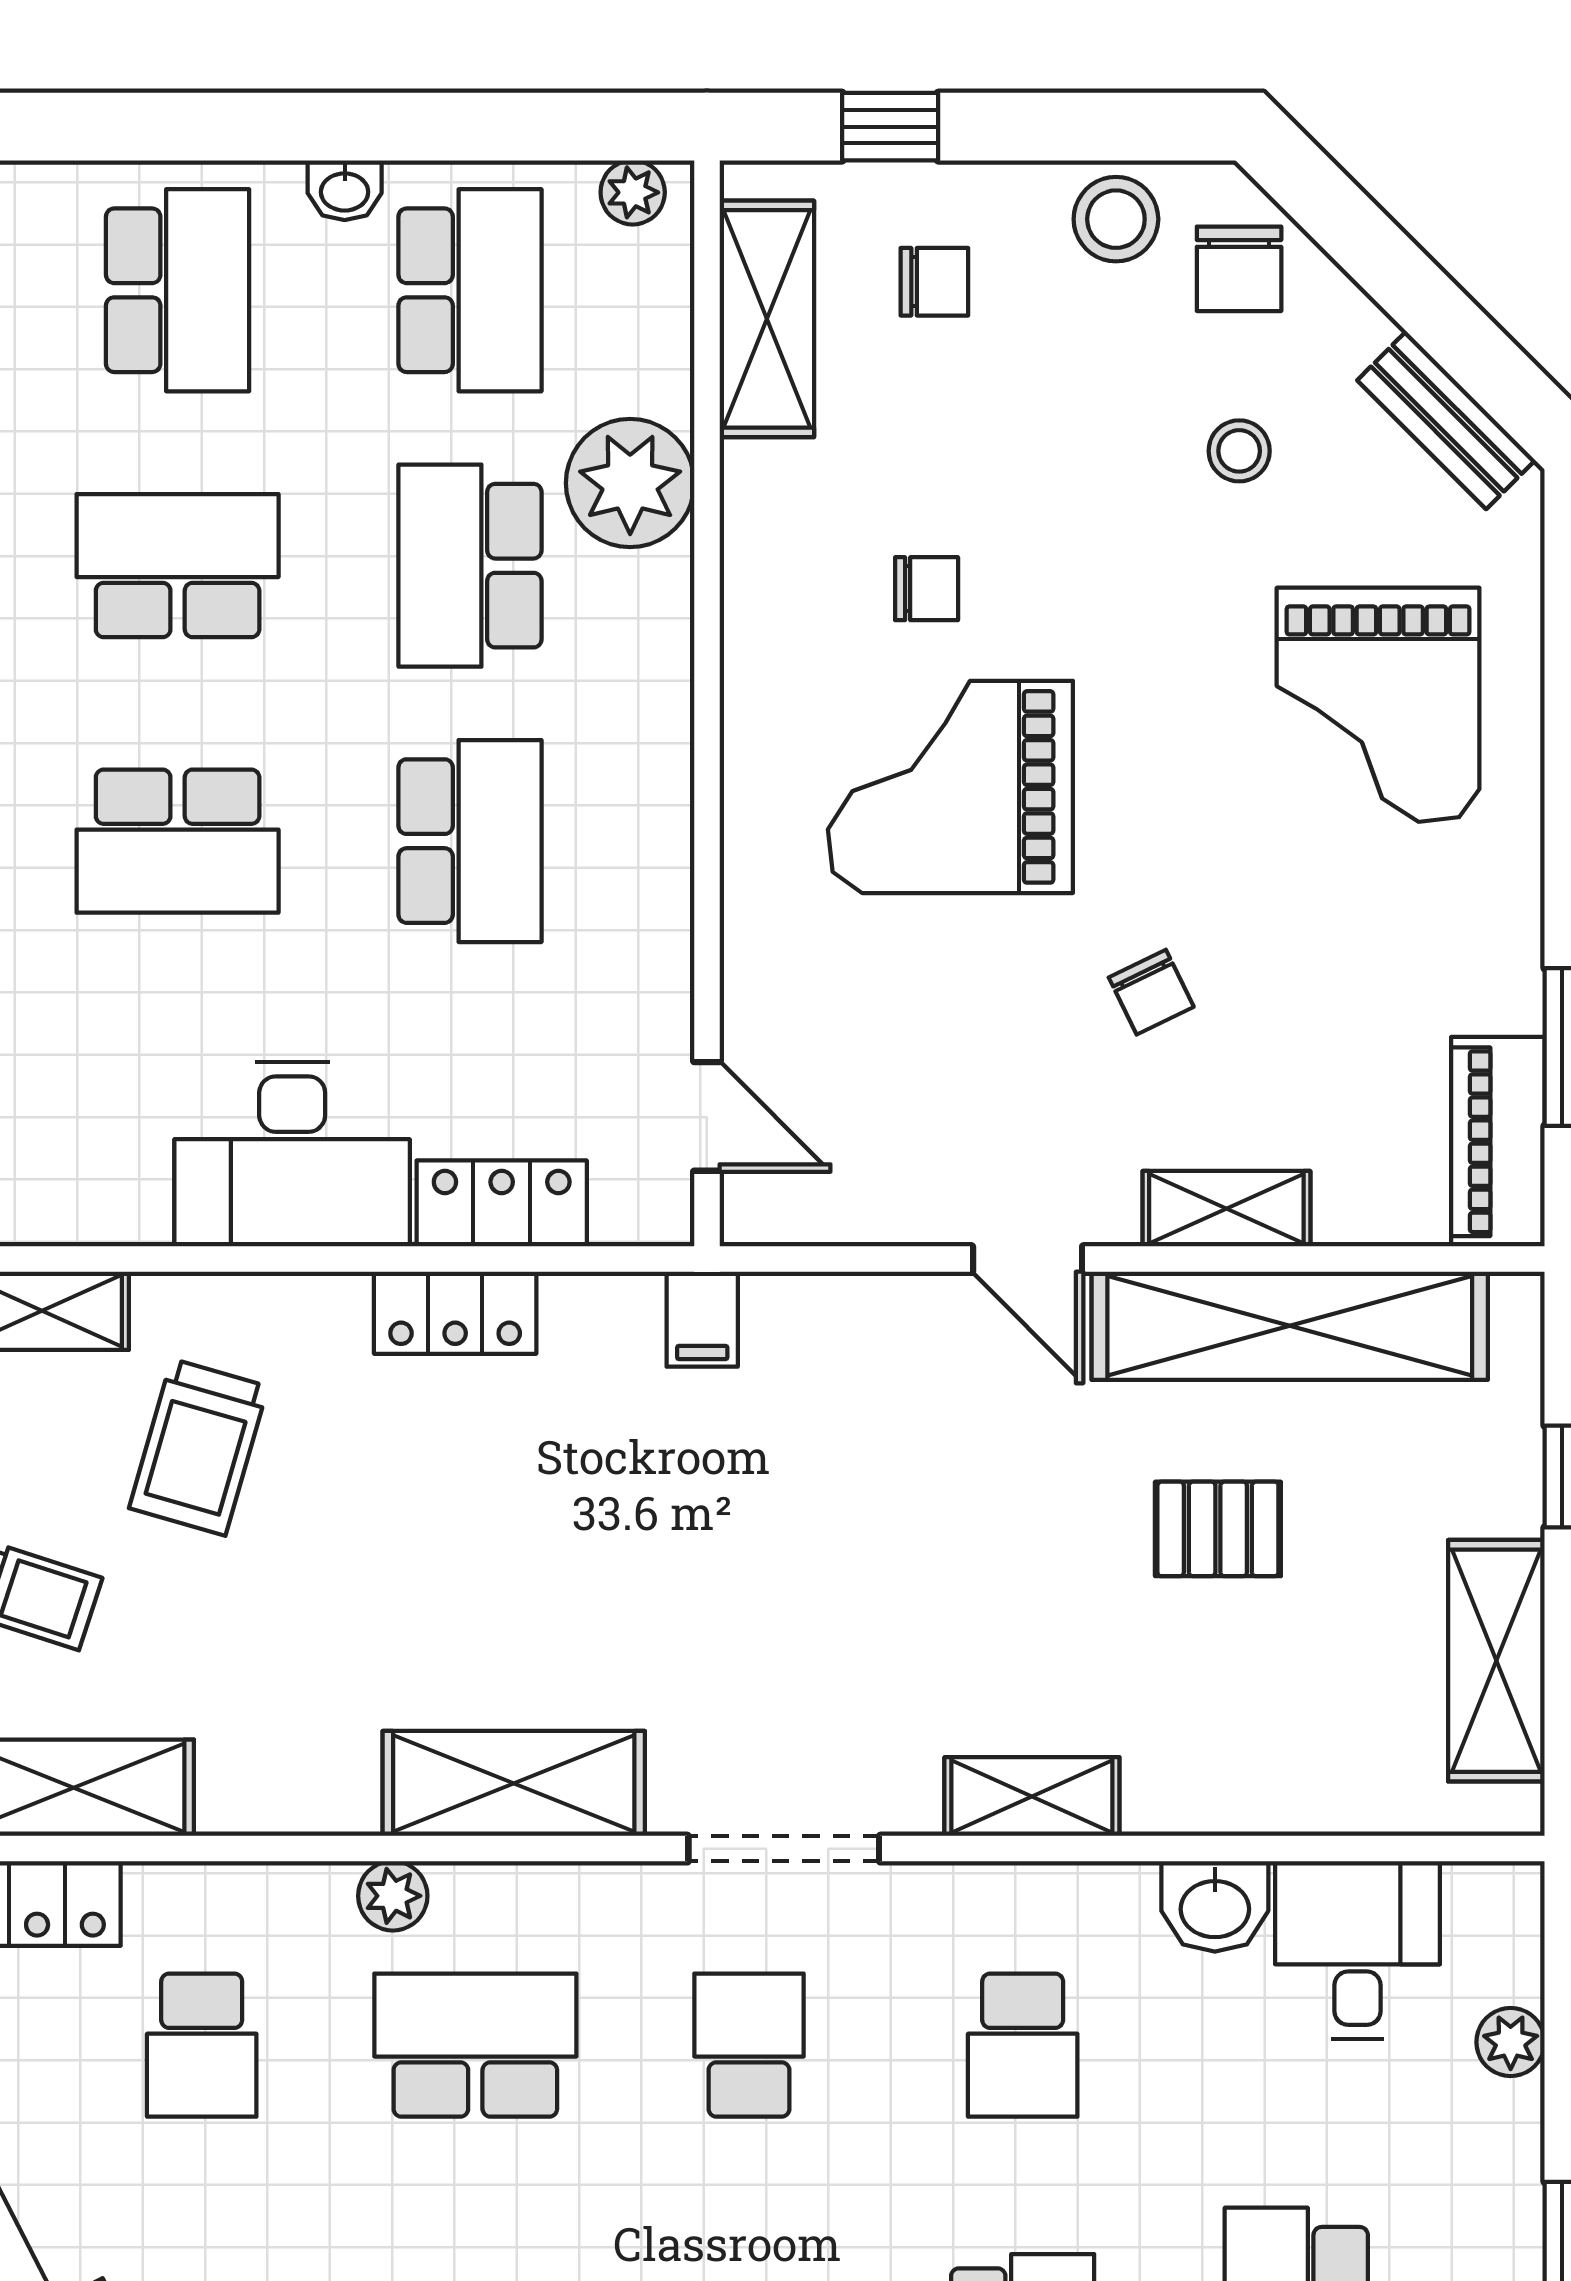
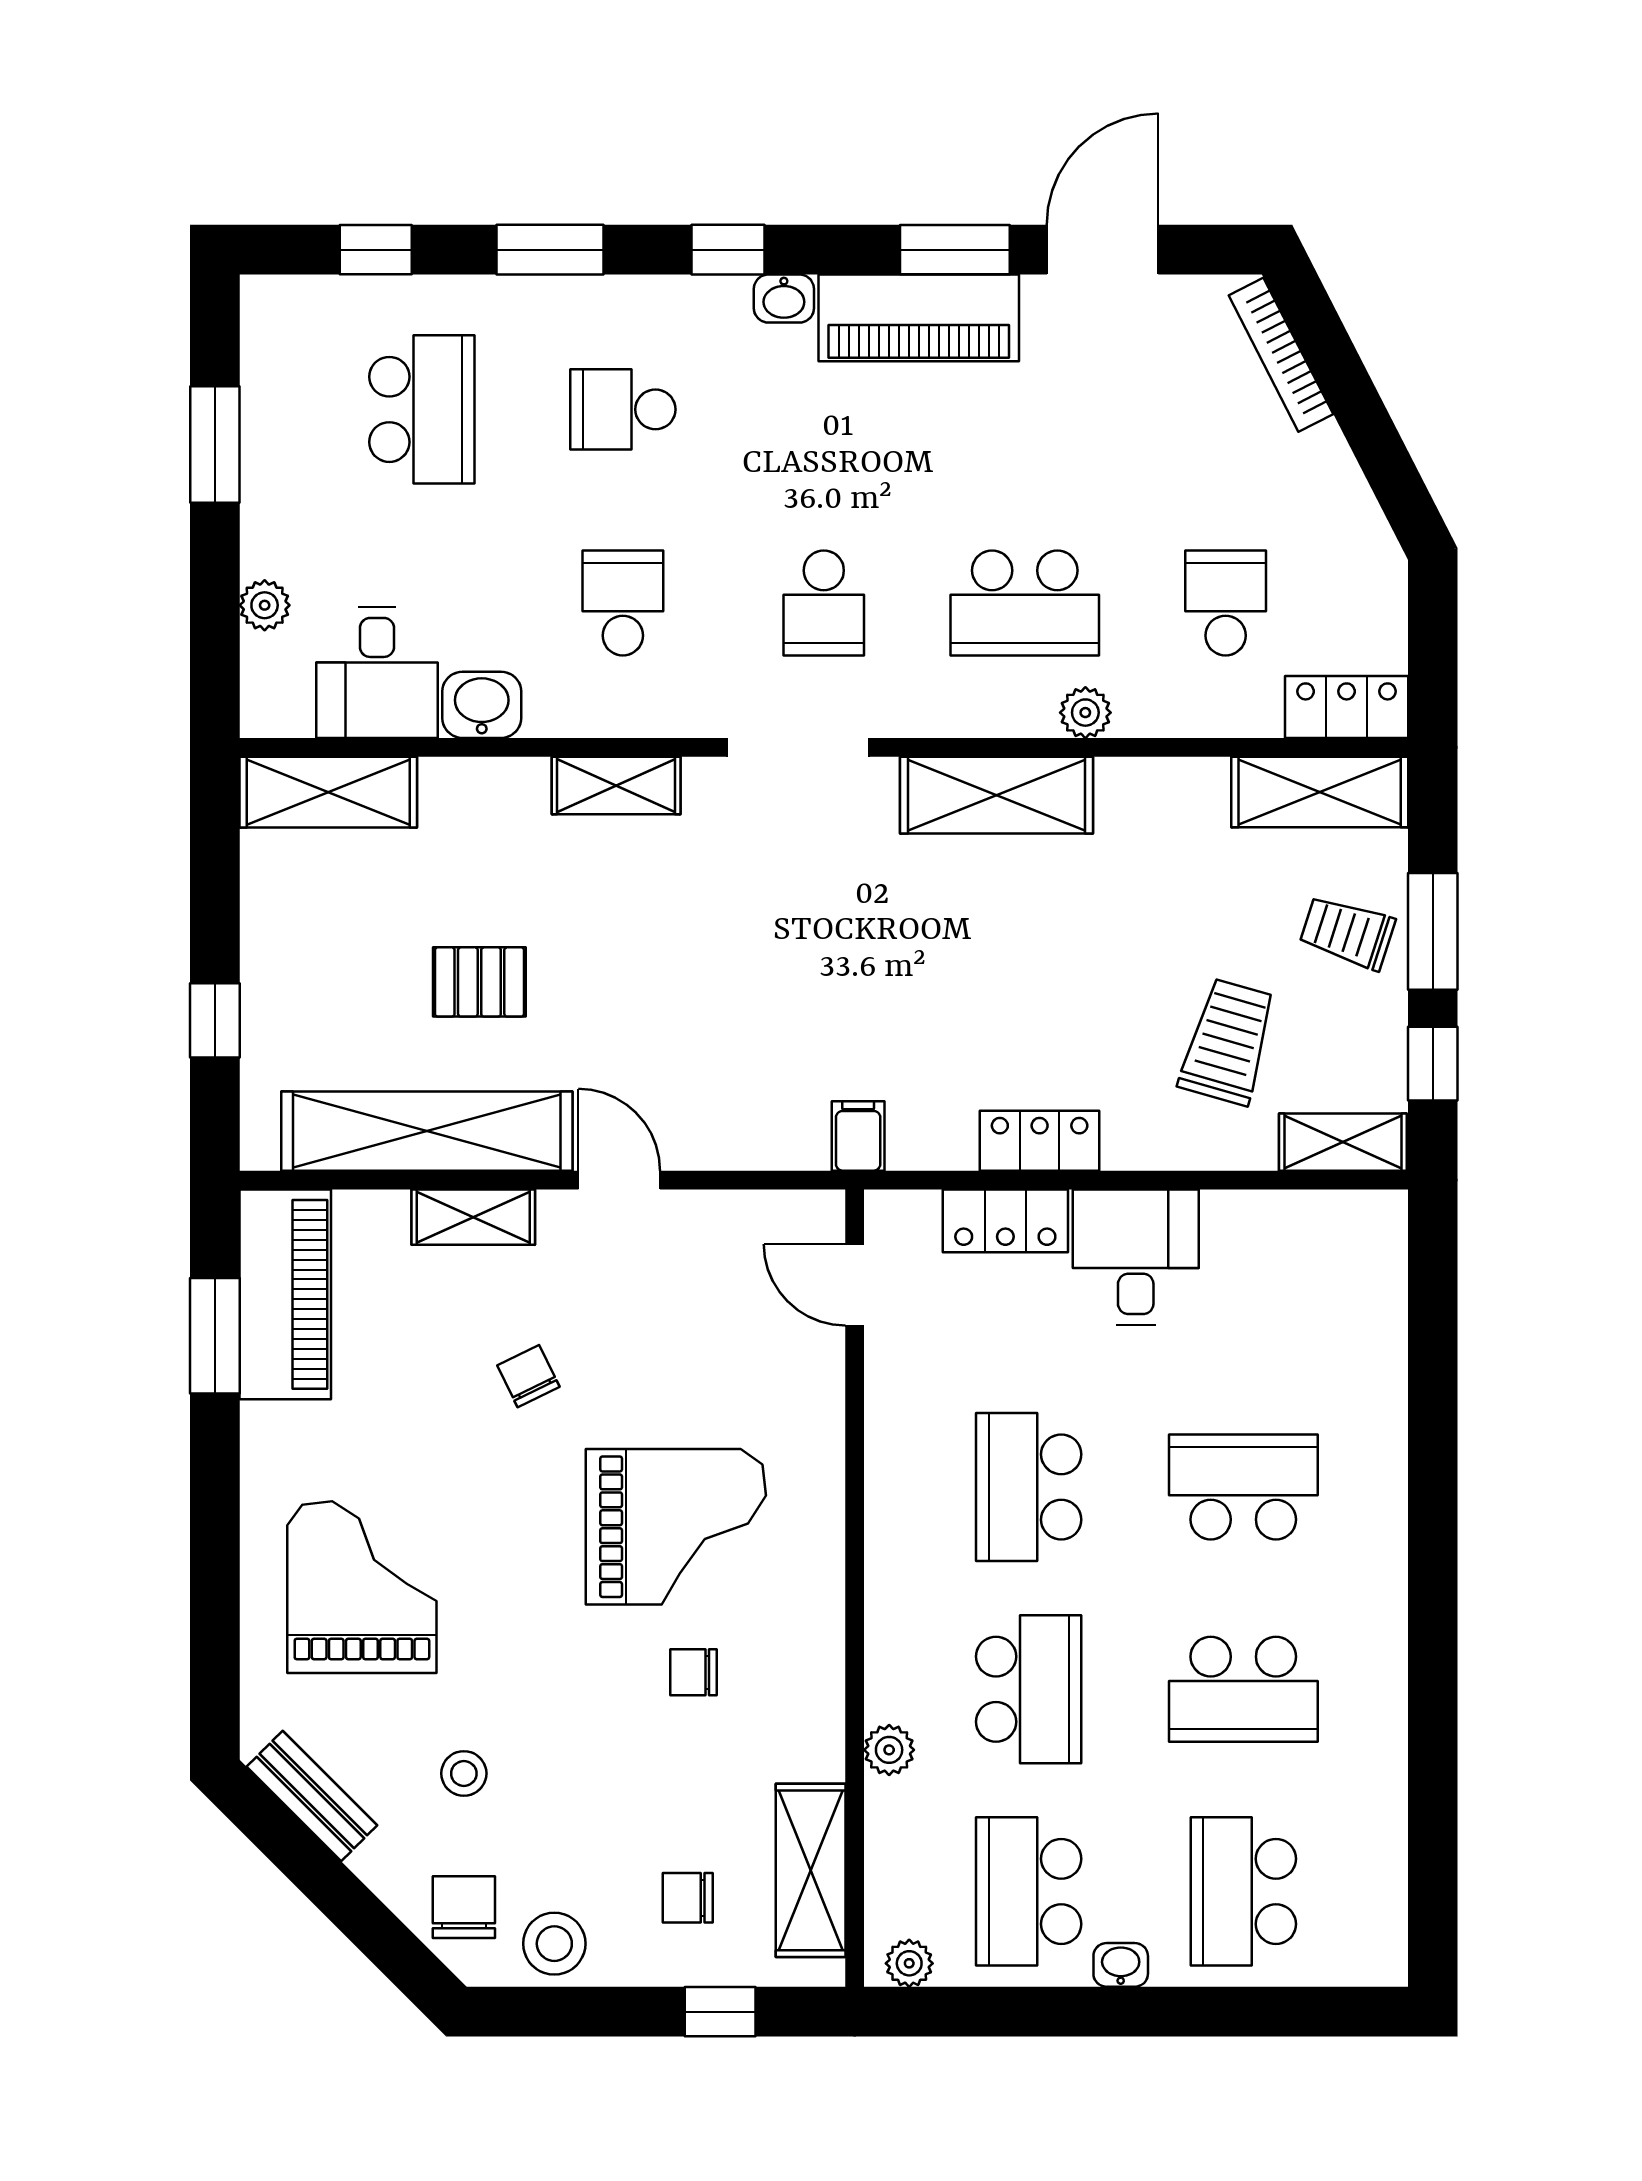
plant: (630, 483) -> (889, 1750), width x0.53, depth x0.53
piano: (1498, 1142) -> (285, 1294), width x1.37, depth x1.33
desk: (292, 1154) -> (1136, 1257), width x0.73
shelving: (1496, 1661) -> (328, 792), moved, turned 90

